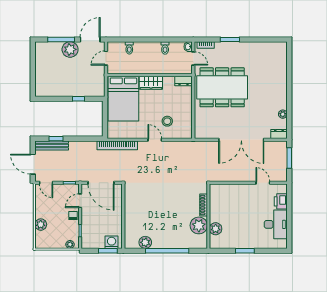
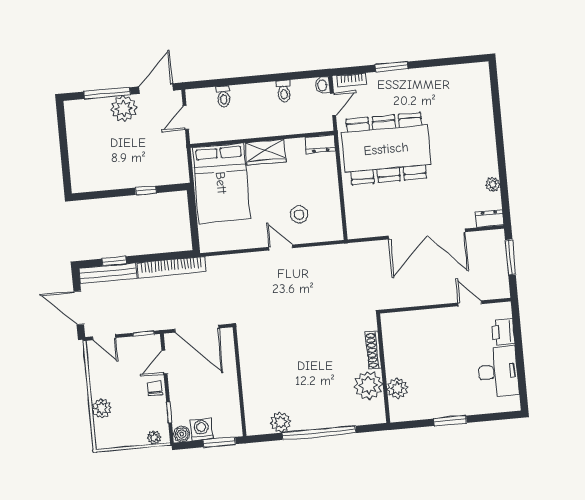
door: (193, 58) -> (333, 104), hinge flipped
bookcase: (117, 145) -> (171, 267), moved
washing machine: (112, 242) -> (201, 429), moved
boiler: (86, 244) -> (182, 434), added

